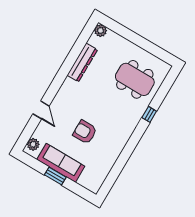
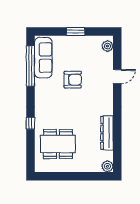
door: (41, 110) -> (117, 77), swing flipped
sofa: (61, 163) -> (43, 58), moved, turned -90
window: (117, 169) -> (30, 66), added

